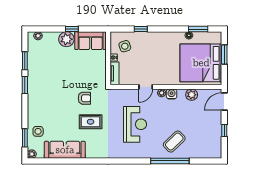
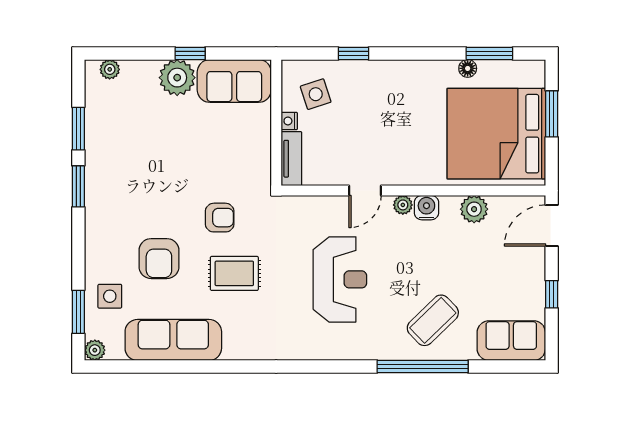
armchair: (59, 116) -> (159, 259), added
sofa: (207, 150) -> (511, 341), added

